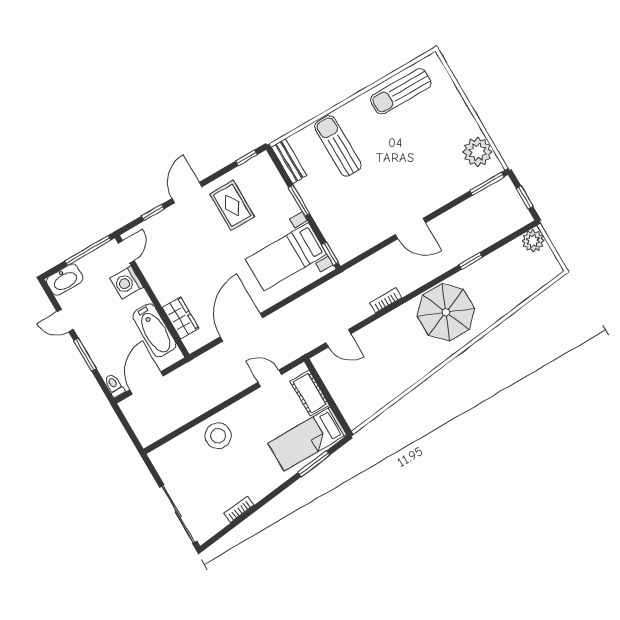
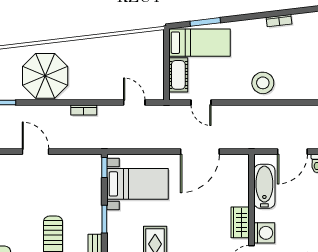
wardrobe: (181, 318) -> (240, 222), moved

